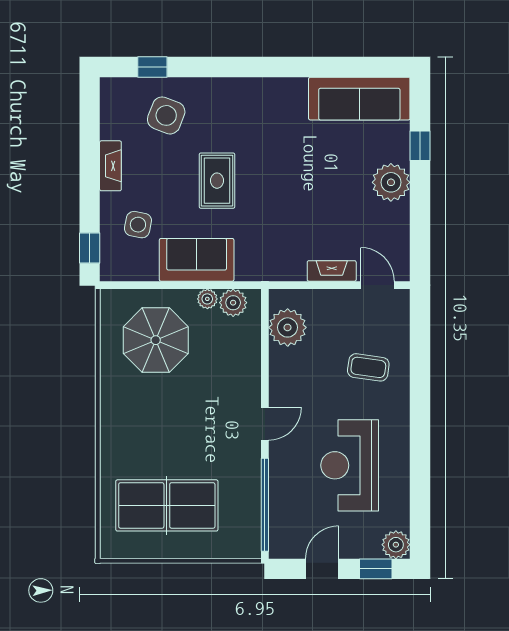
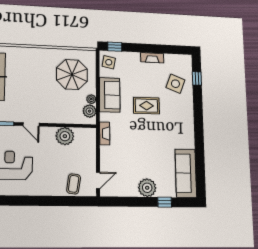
side table: (138, 225) -> (109, 62), moved
fireplace: (332, 271) -> (105, 133), moved
plant: (288, 327) -> (65, 136), moved
coffee table: (368, 367) -> (74, 184), moved

